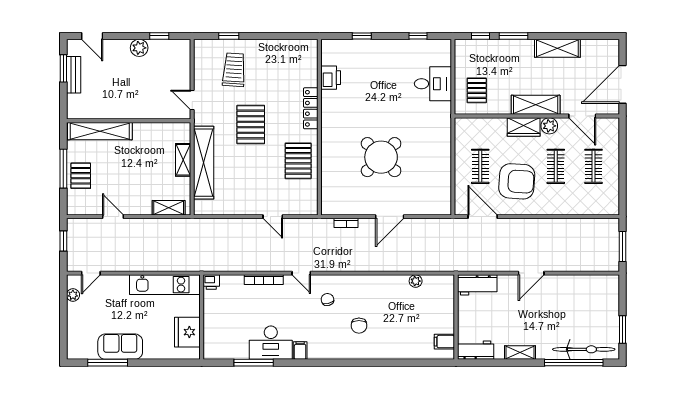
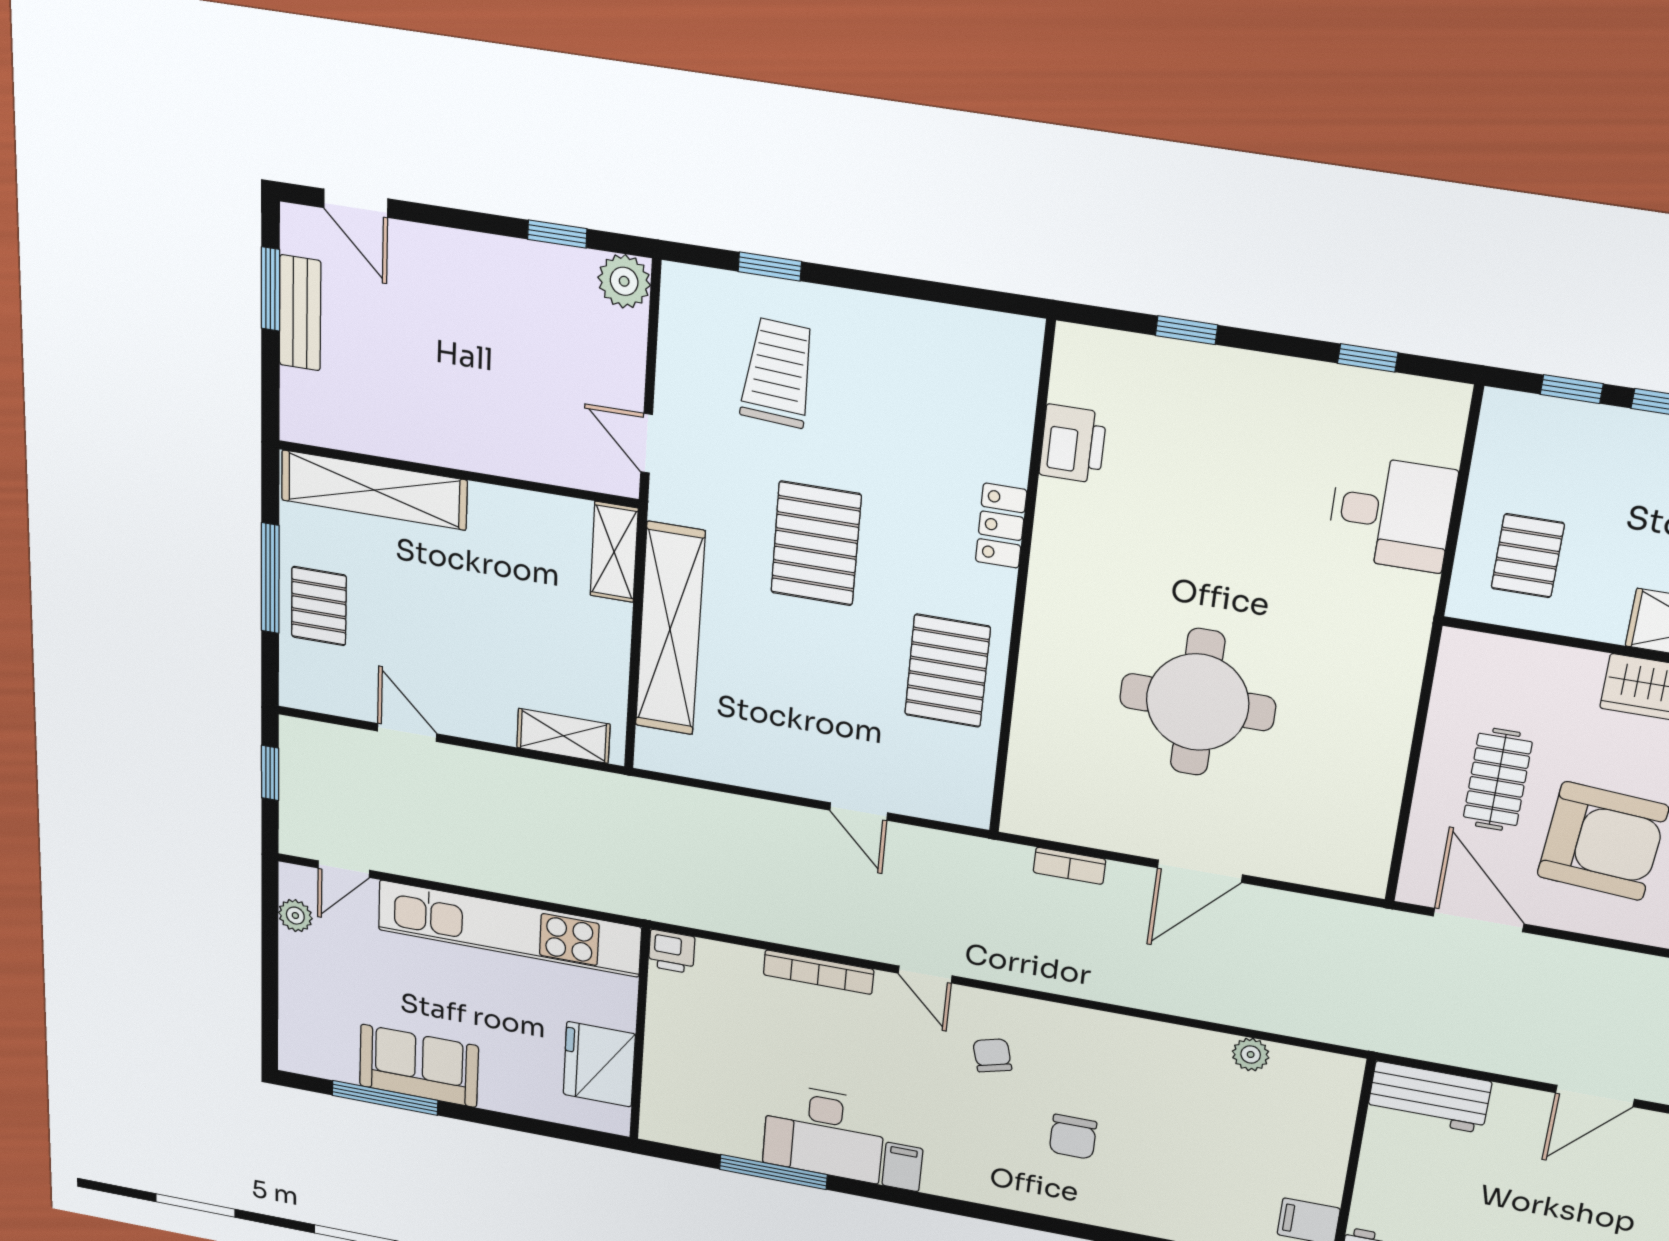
plant: (139, 48) -> (624, 281), moved
locker: (311, 108) -> (1001, 526), width x0.66
round table: (381, 157) -> (1198, 702), turned 45
shelving: (183, 160) -> (614, 552), moved
kitchen unit: (165, 285) -> (509, 928), width x1.36

